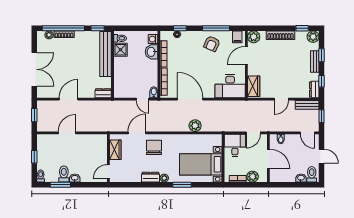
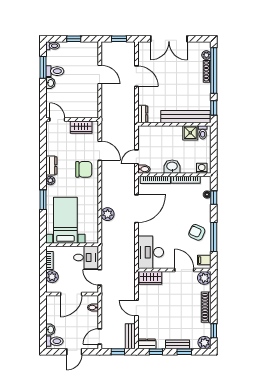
washbasin: (151, 52) -> (172, 167), moved

